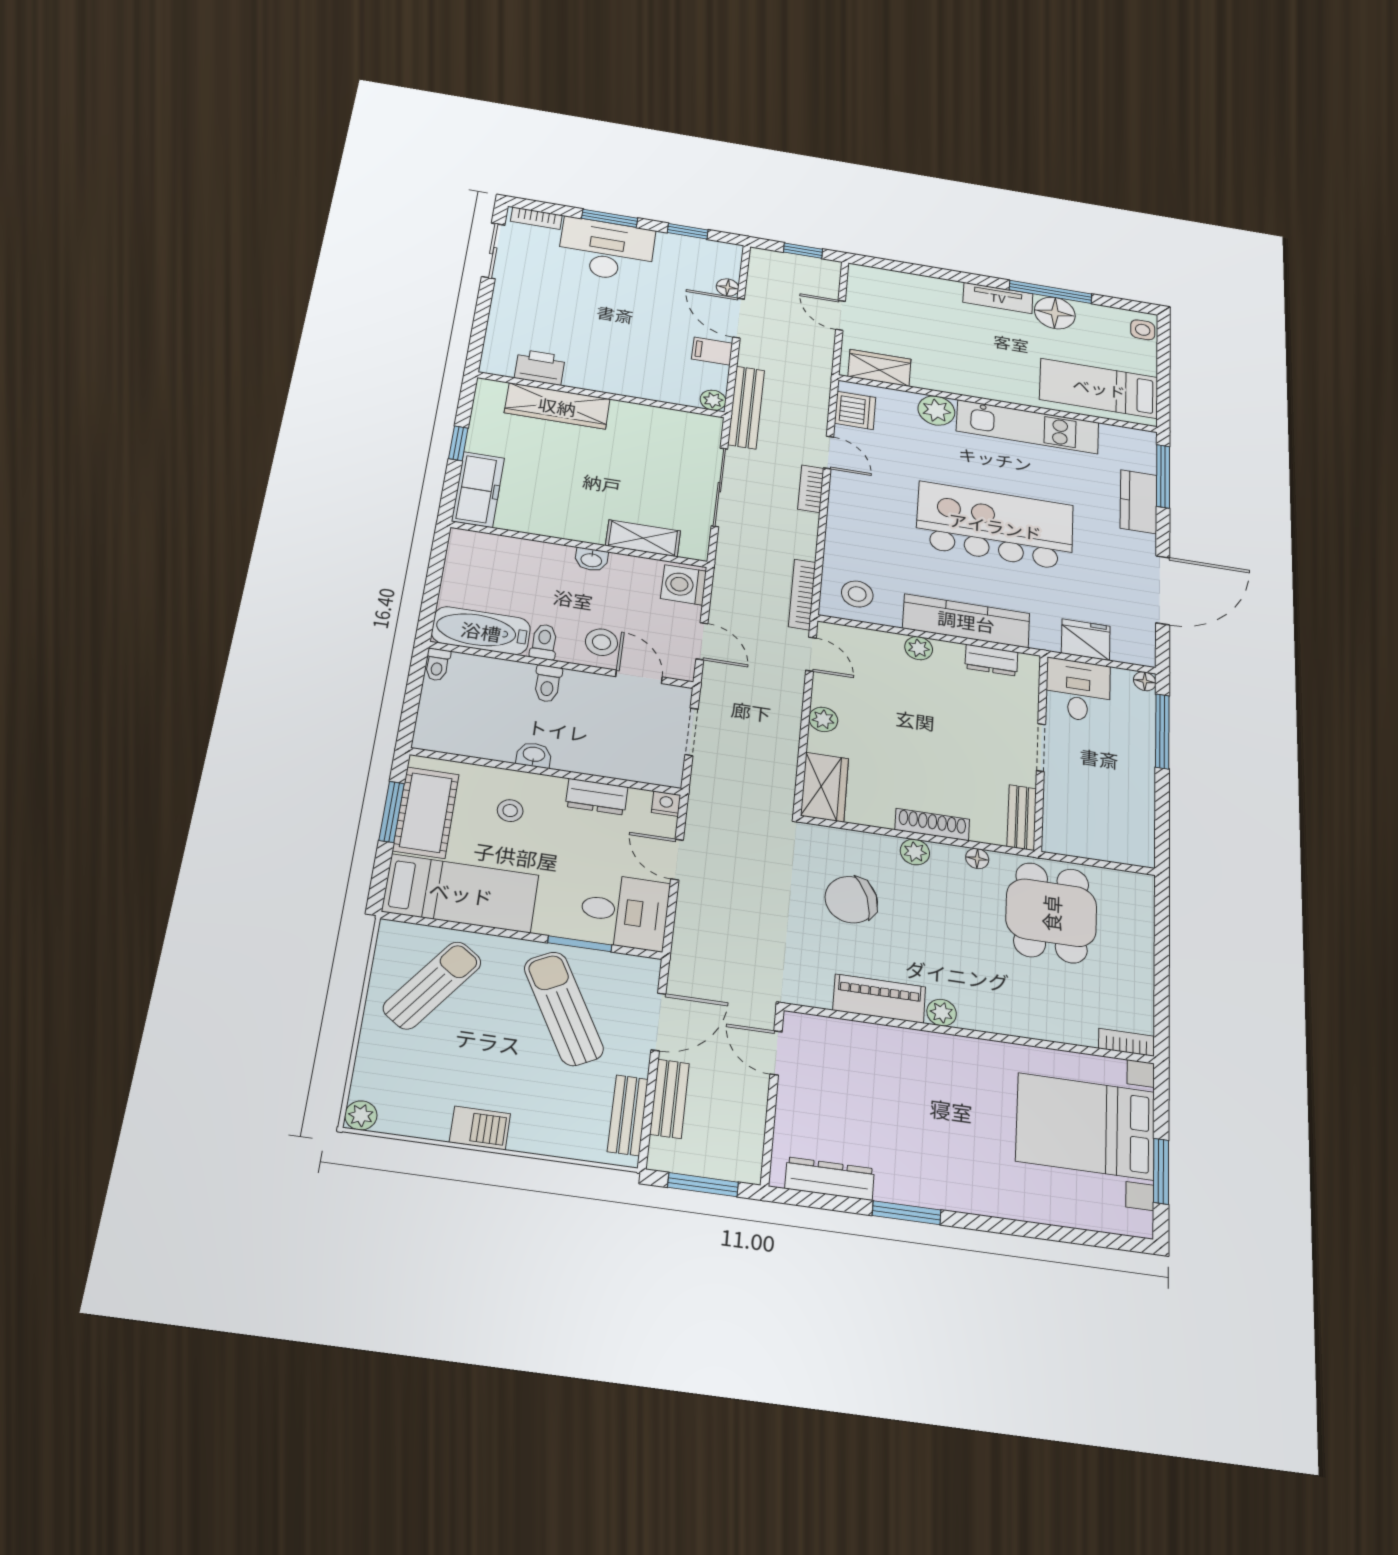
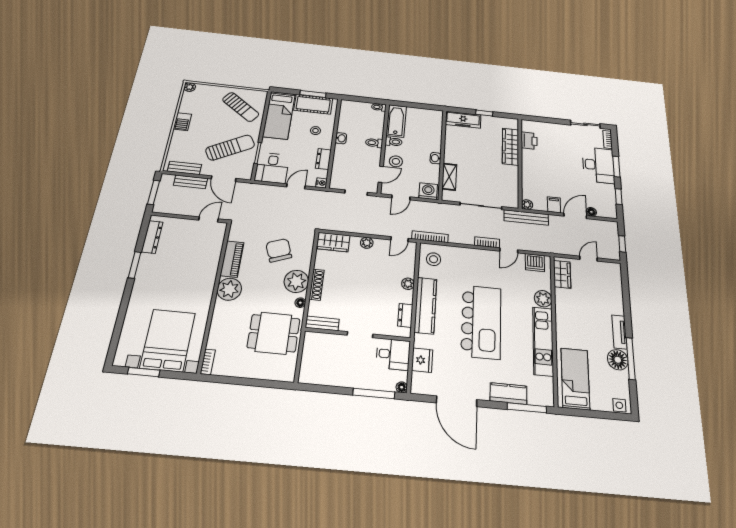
plant: (915, 852) -> (296, 281), width x1.88, depth x1.88
plant: (942, 1013) -> (229, 289), width x1.88, depth x1.88

